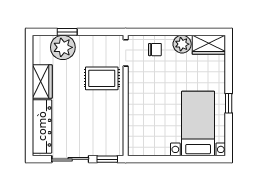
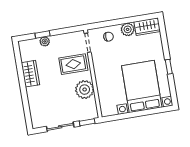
plant: (63, 47) -> (45, 41), width x0.53, depth x0.53
plant: (111, 115) -> (85, 90), added
bed with nightstands: (198, 124) -> (142, 86), width x1.36
dresser: (42, 126) -> (36, 106), removed

